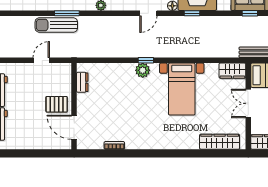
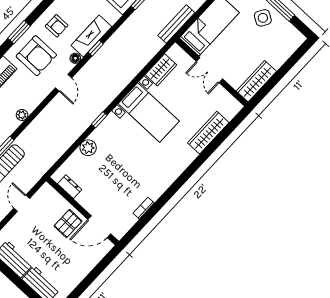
plant: (143, 70) -> (88, 148), moved
wardrobe: (232, 71) -> (161, 70), moved
wardrobe: (220, 142) -> (208, 133), moved

